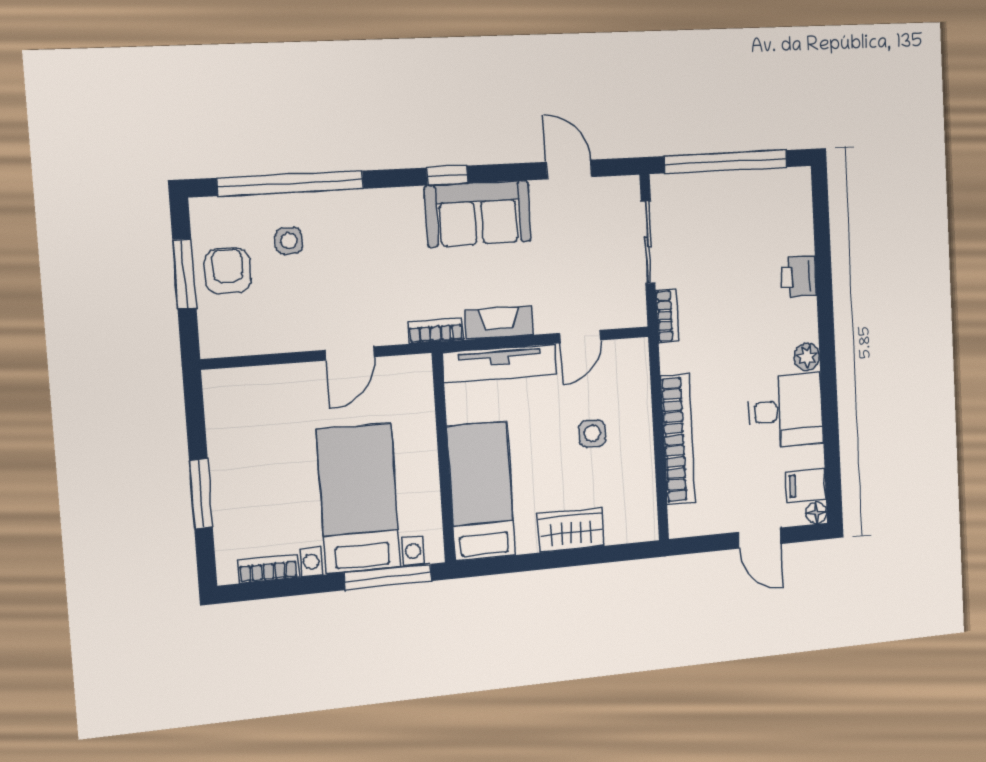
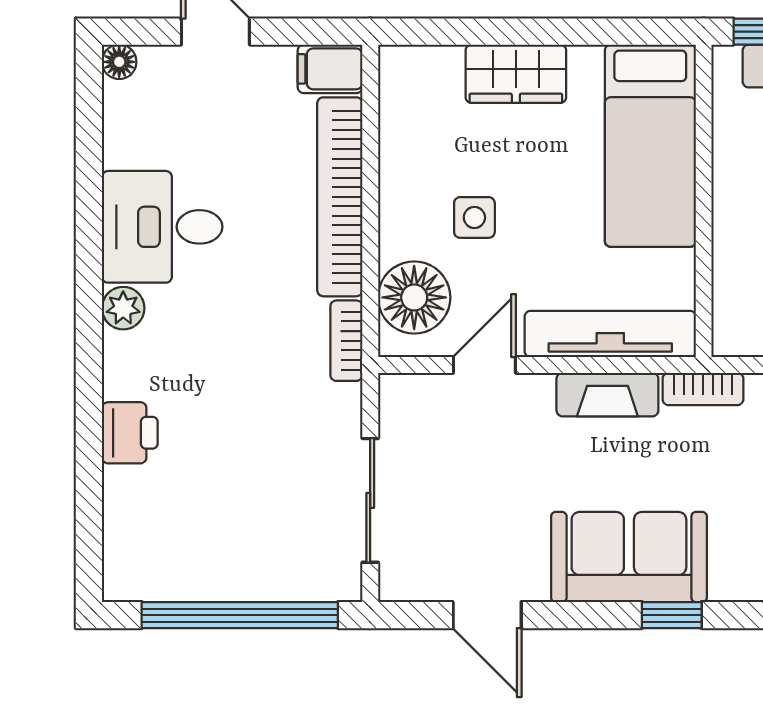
bookcase: (667, 316) -> (346, 341), moved
floor lamp: (628, 378) -> (414, 297), added
filing cabinet: (806, 485) -> (330, 69), moved, turned 180

